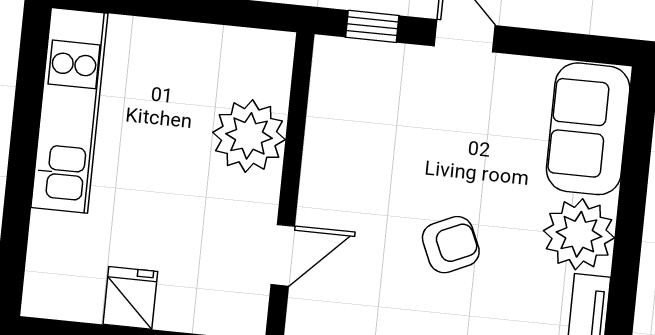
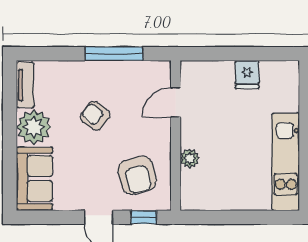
armchair: (377, 114) -> (137, 175), added
plant: (249, 136) -> (189, 158), width x0.53, depth x0.53
armchair: (451, 245) -> (95, 116), turned 62

